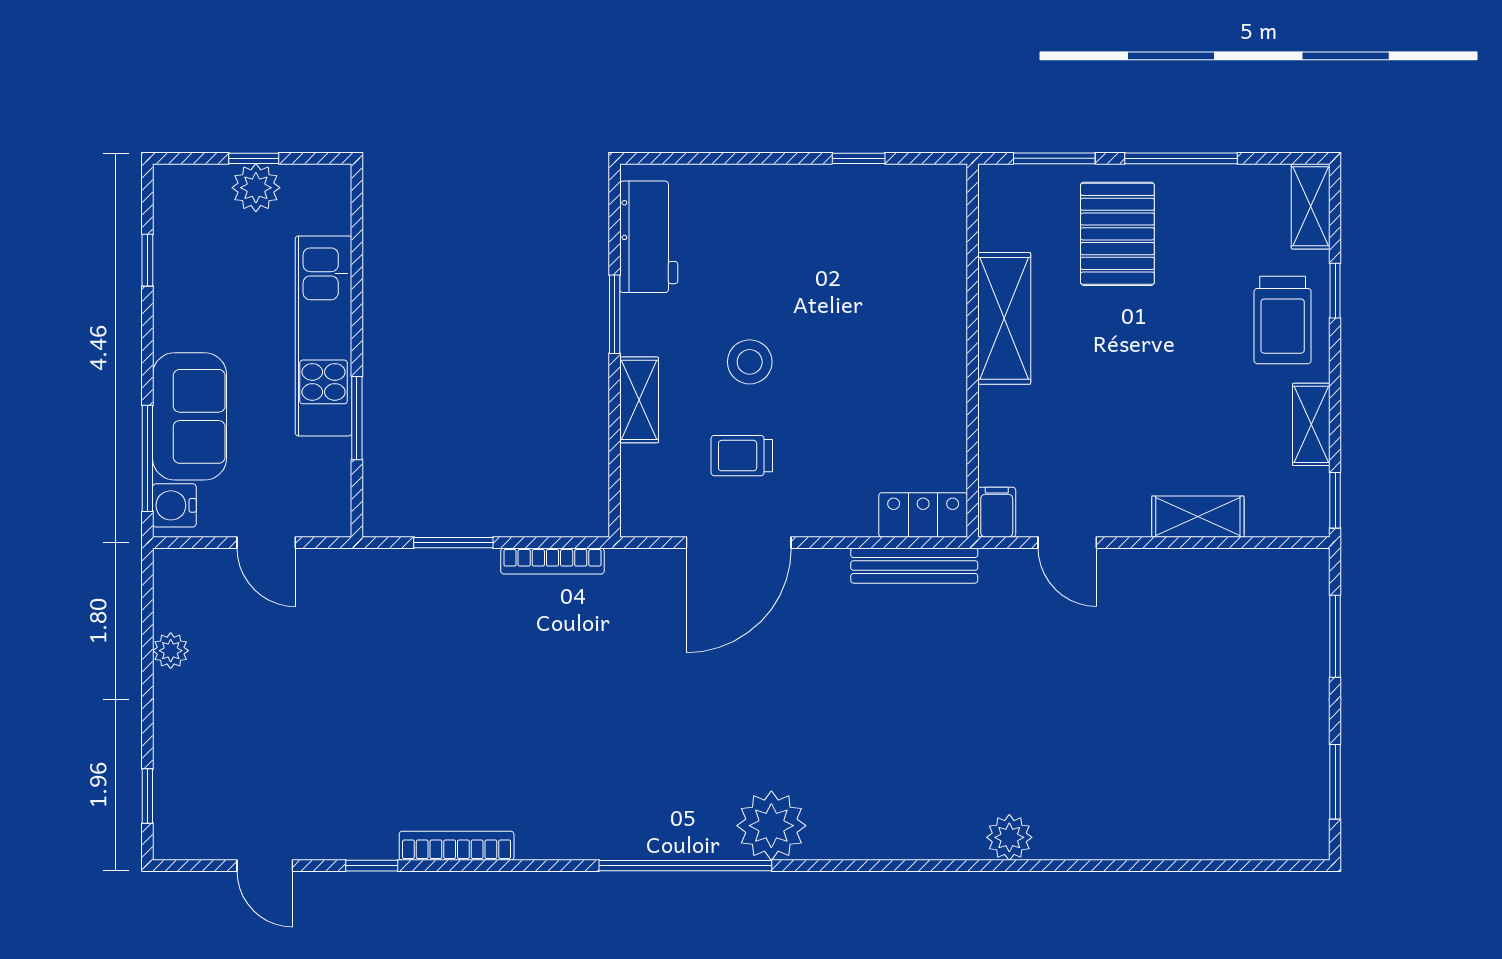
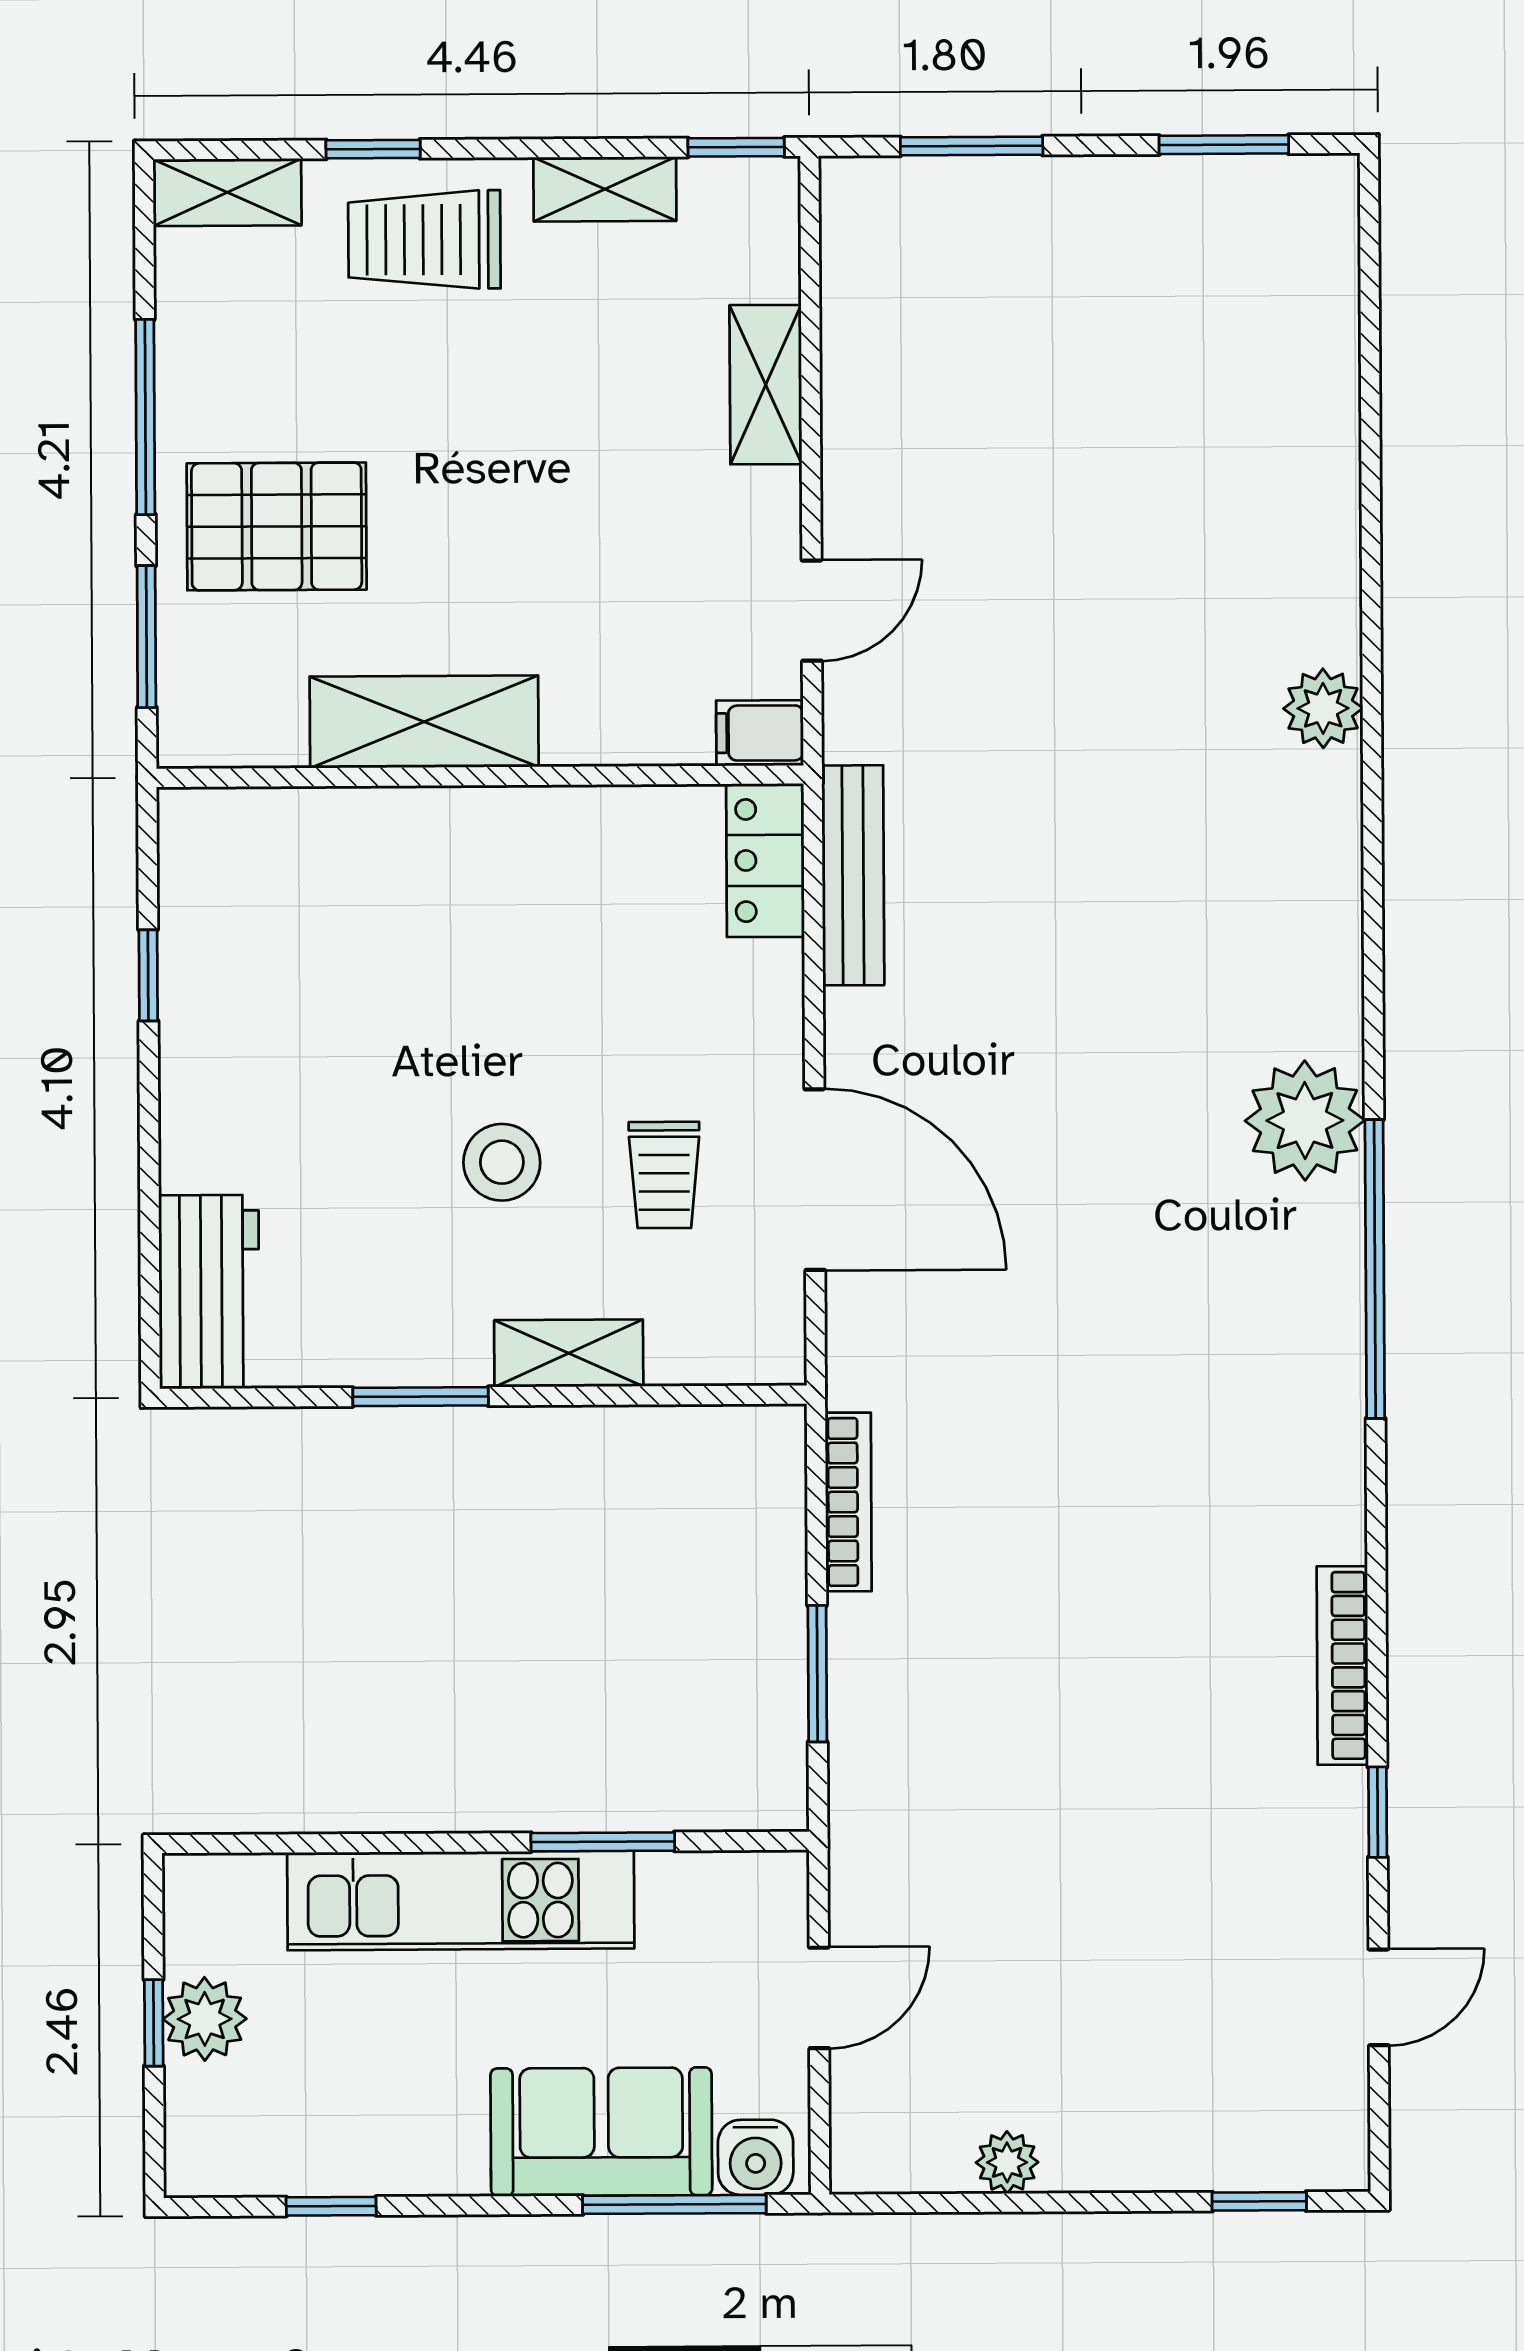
workbench: (649, 237) -> (209, 1292), moved, turned 90
trolley: (1283, 320) -> (424, 240), turned 180

